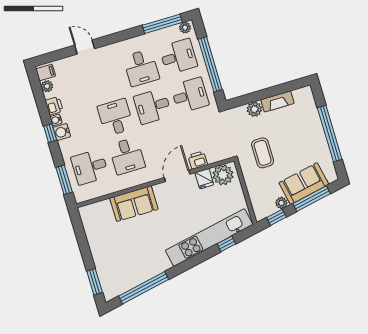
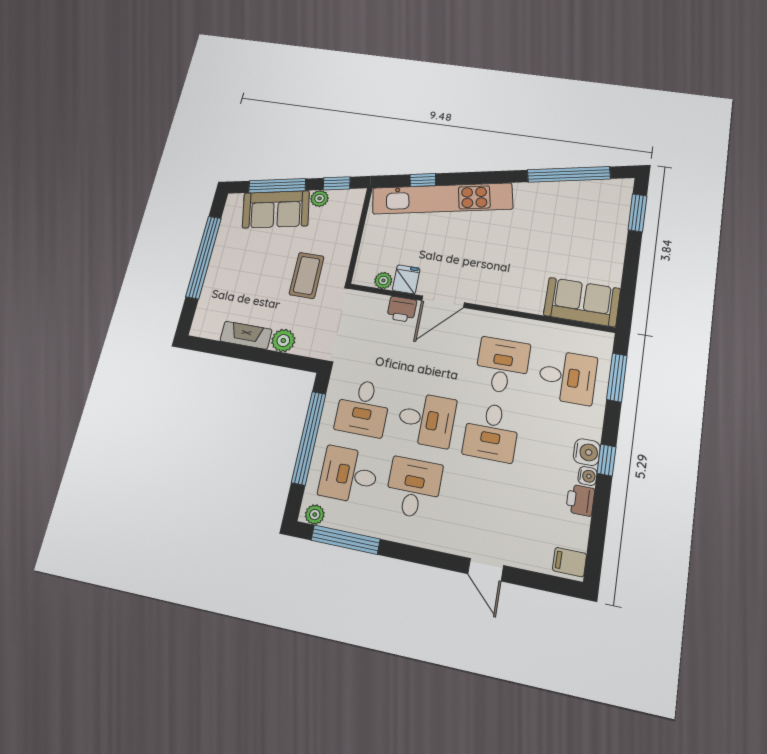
plant: (47, 86) -> (578, 538), removed
desk: (190, 95) -> (363, 408), turned -90
plant: (223, 175) -> (383, 280), width x0.53, depth x0.53
sofa: (134, 204) -> (582, 302), moved

